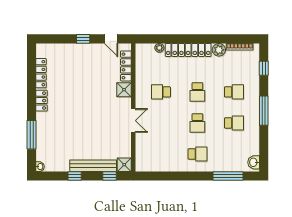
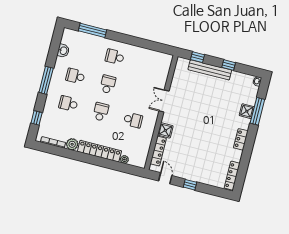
locker: (41, 73) -> (232, 176), moved
washbasin: (254, 162) -> (63, 51), moved
shower: (124, 165) -> (247, 111), moved

